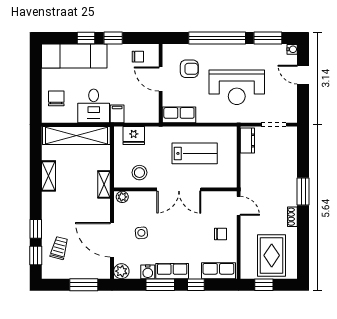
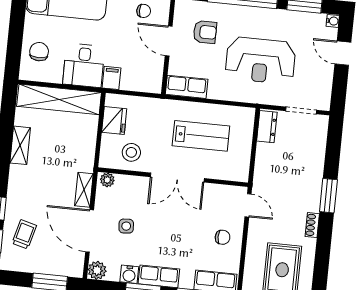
fridge: (134, 135) -> (114, 120), moved, turned -90
shelving: (104, 184) -> (84, 190), moved

